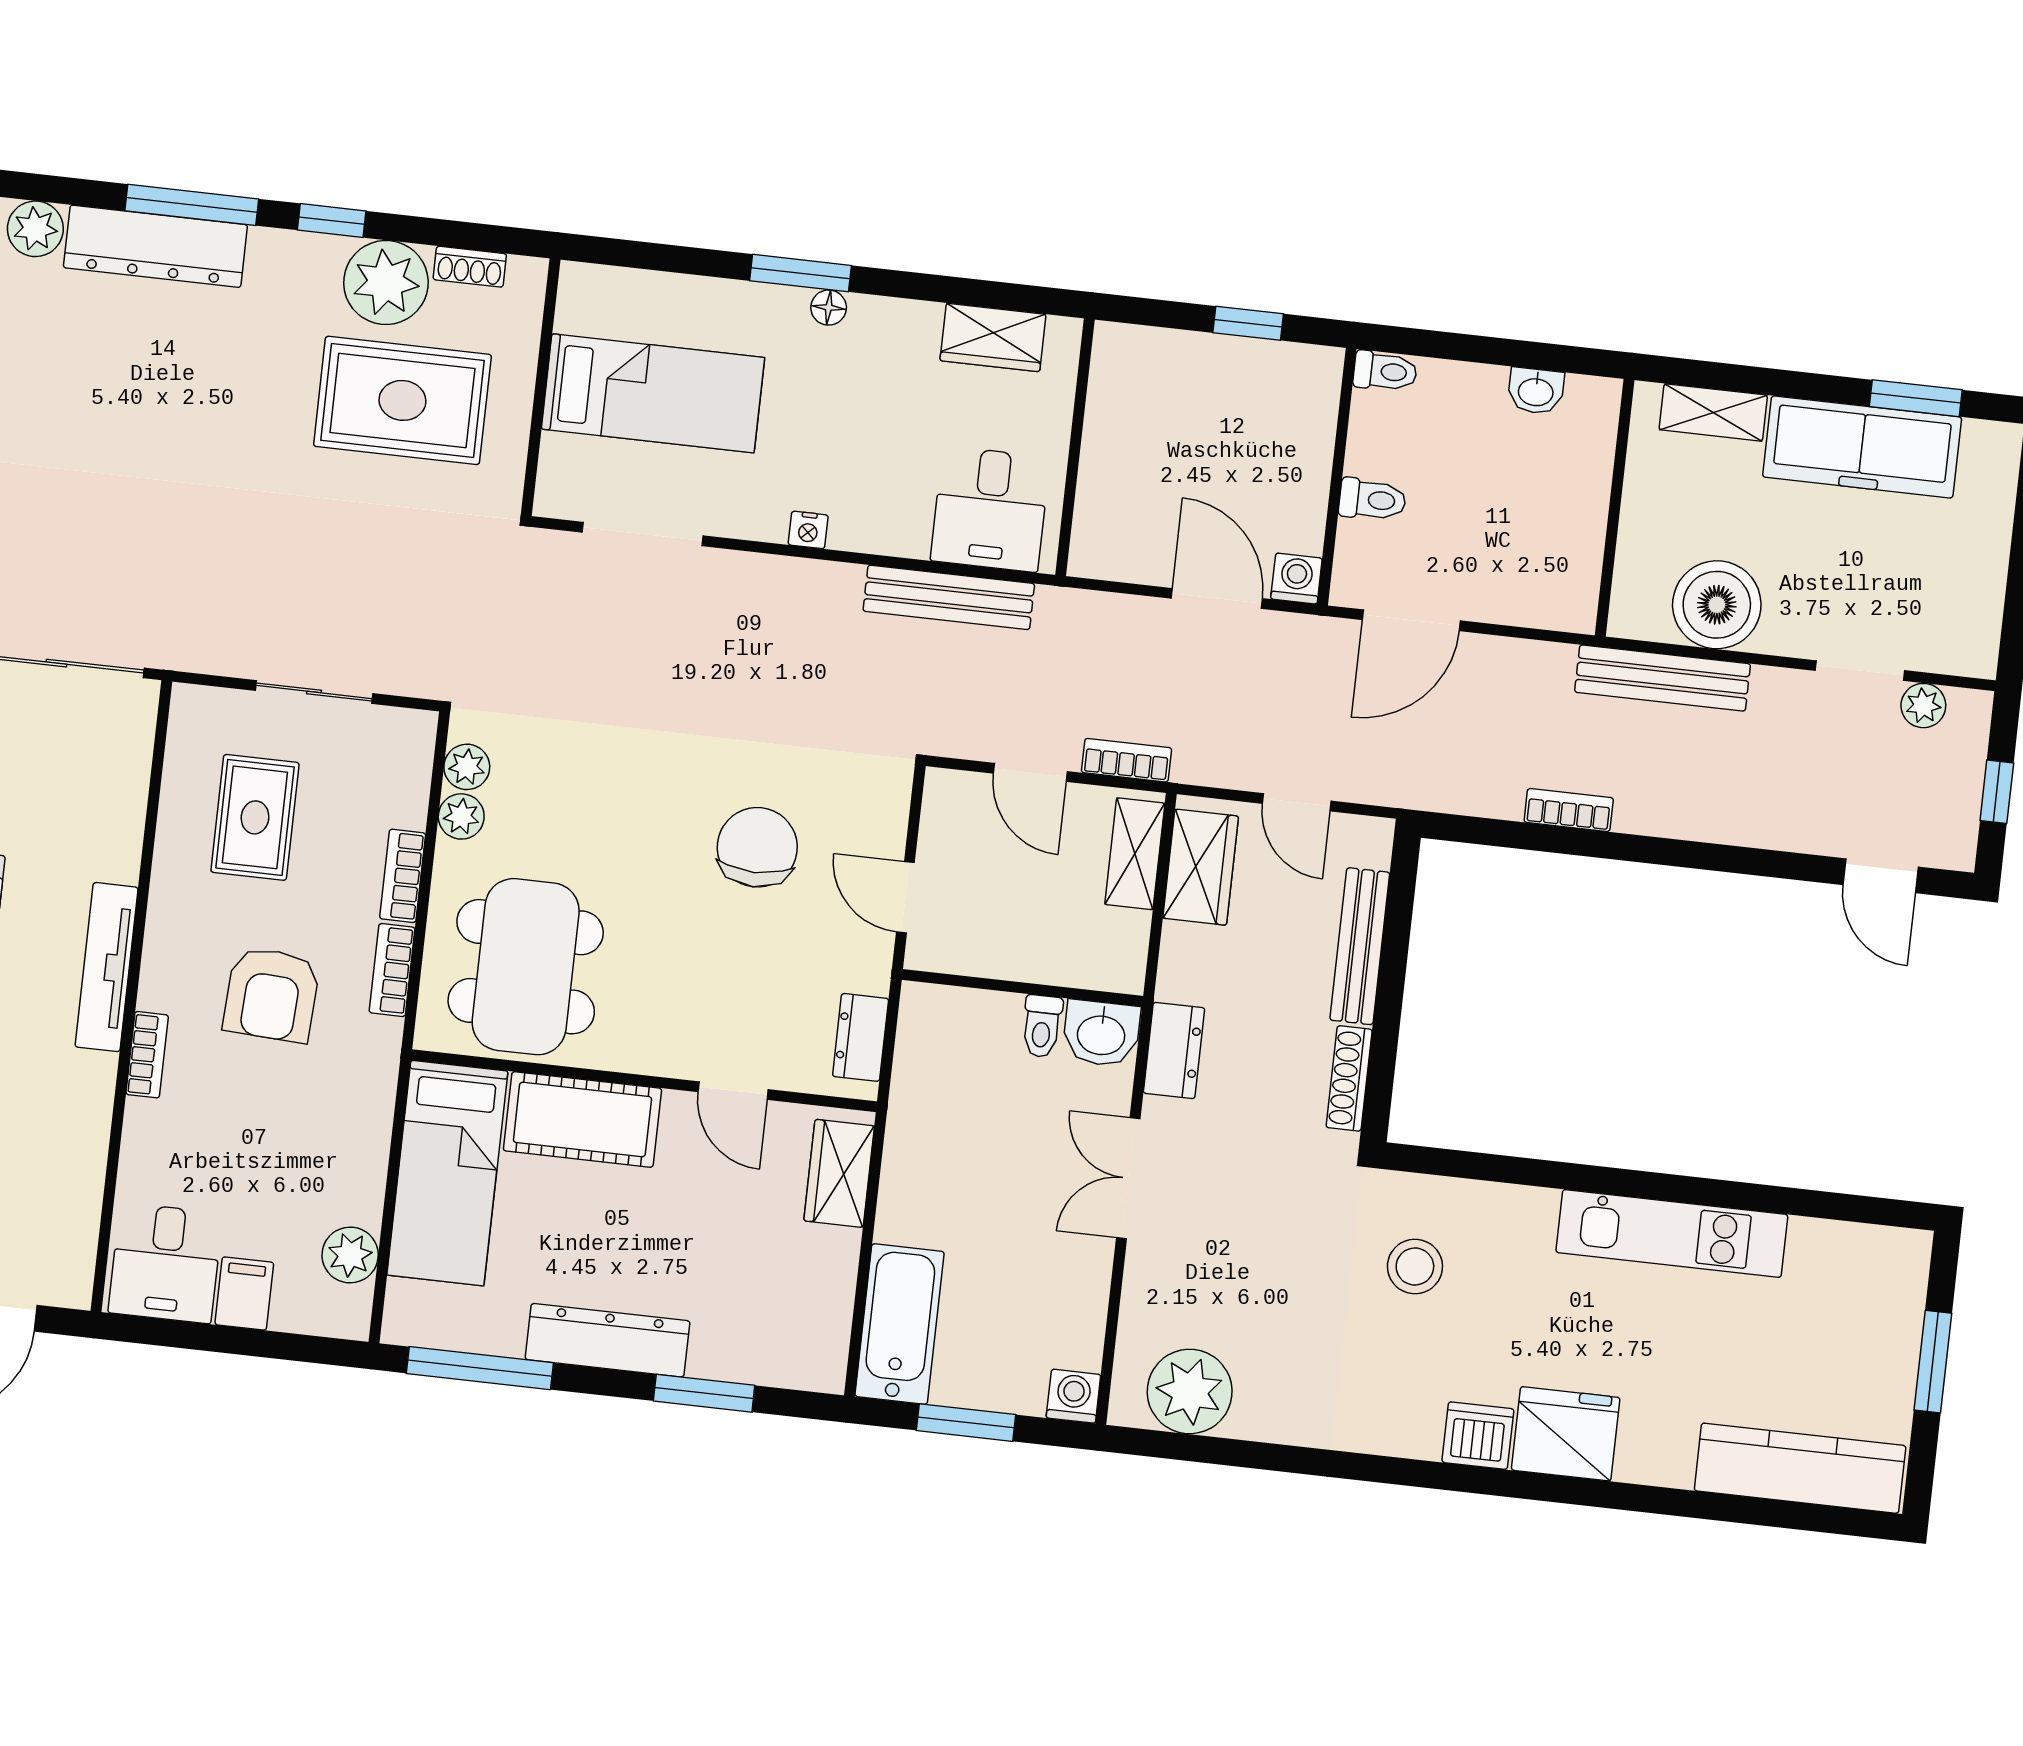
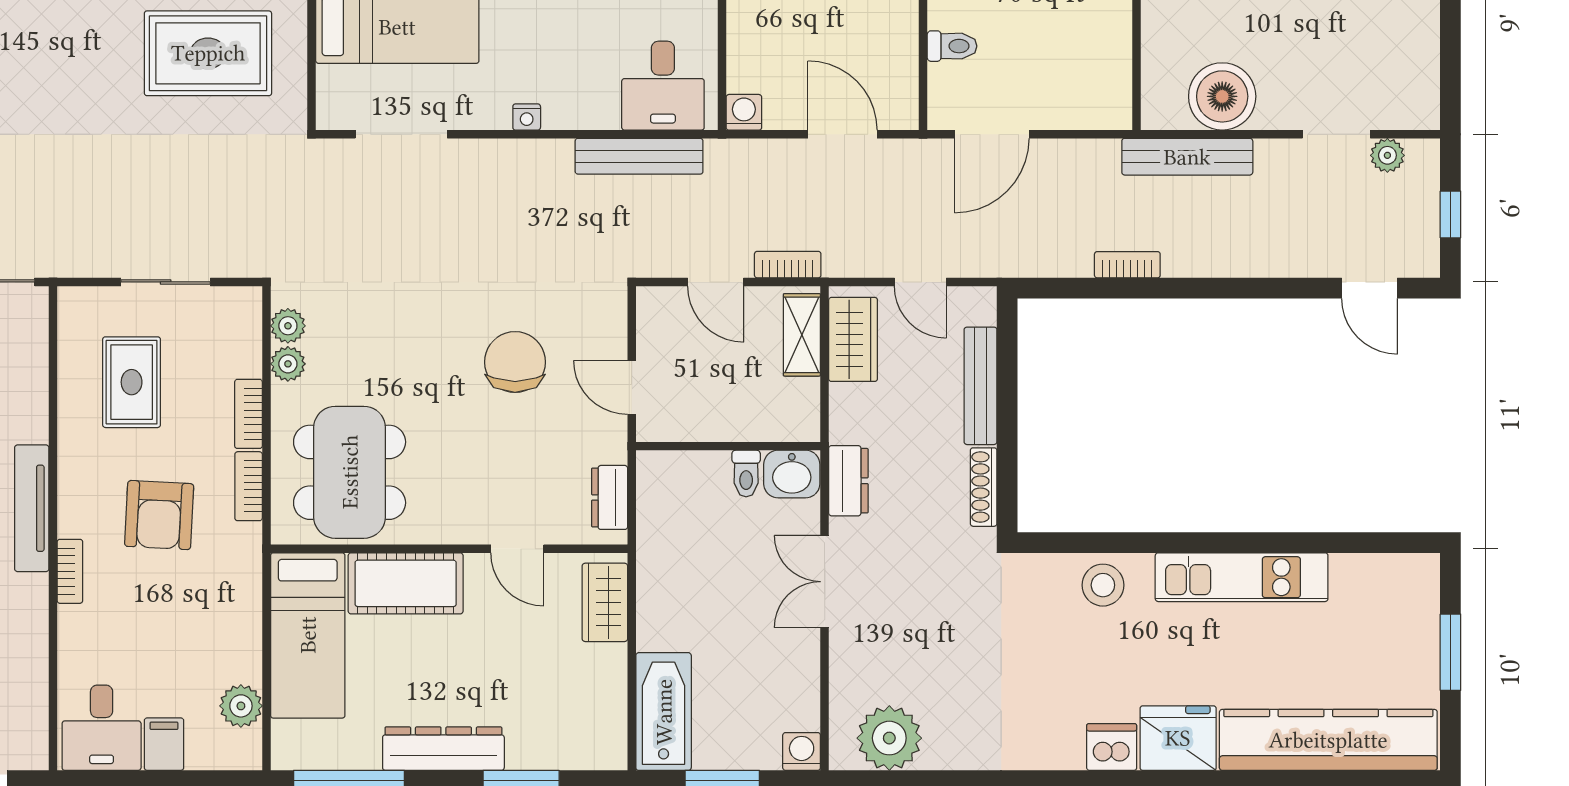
washing machine: (1296, 578) -> (744, 112), moved
stool: (1415, 1267) -> (1103, 585), moved
kitchen counter: (1800, 1468) -> (1328, 740), width x1.39, depth x1.17

